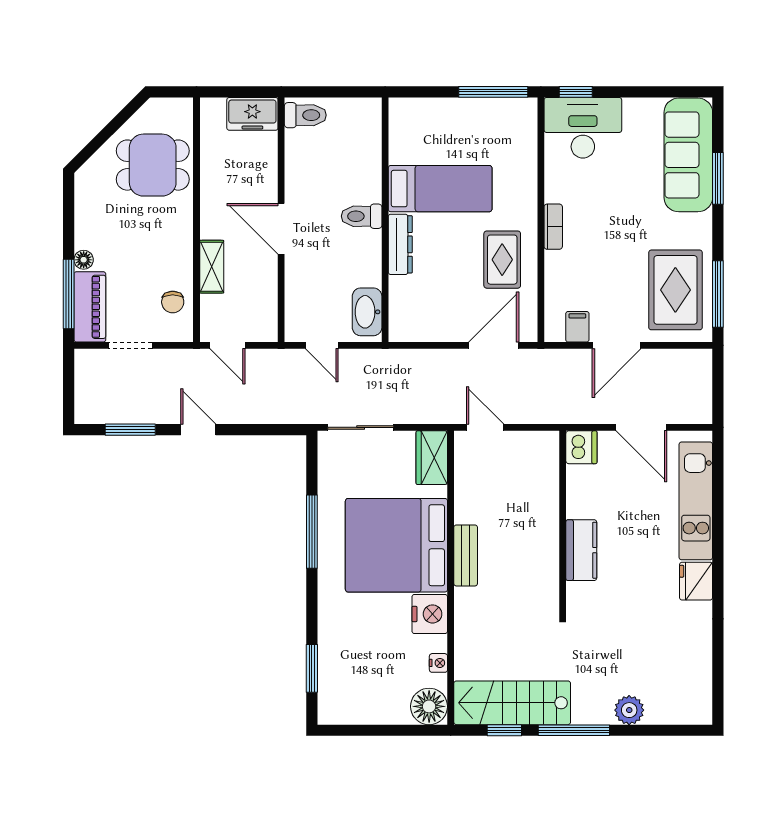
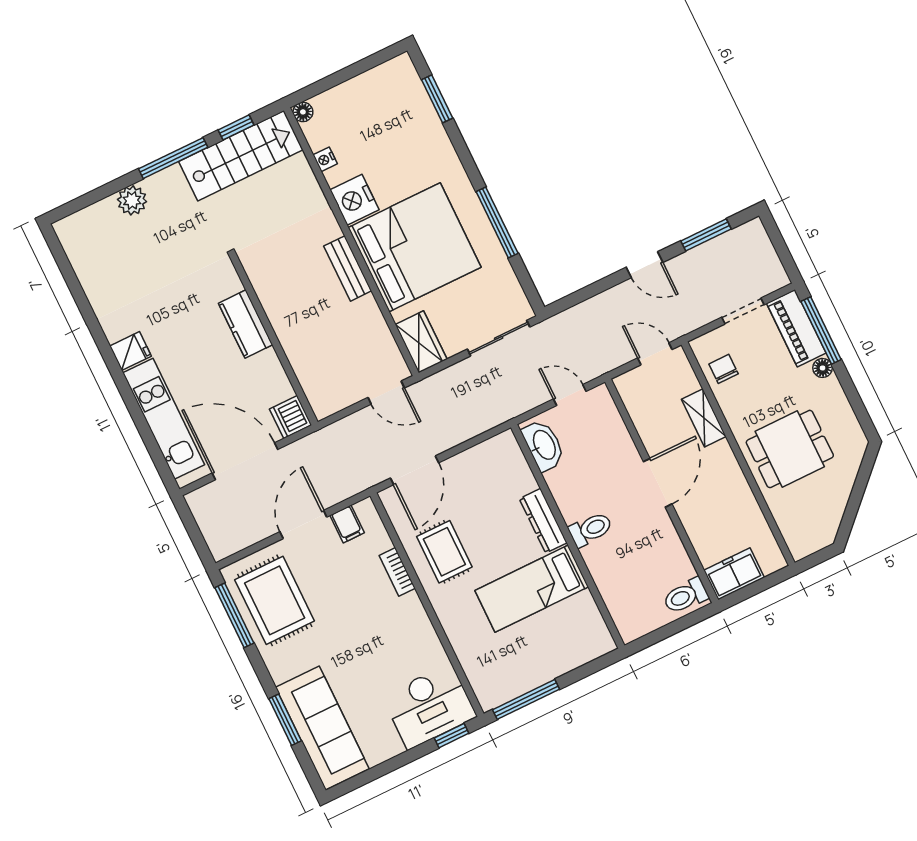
dining table: (153, 165) -> (790, 449), moved
bookcase: (553, 227) -> (397, 572), moved
door: (281, 229) -> (658, 483), hinge flipped
door: (641, 427) -> (245, 461), width x1.36
fridge: (696, 581) -> (131, 351), width x0.72
floor lamp: (429, 706) -> (303, 112), width x0.53, depth x0.53

